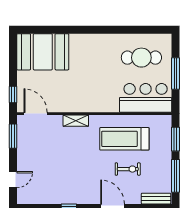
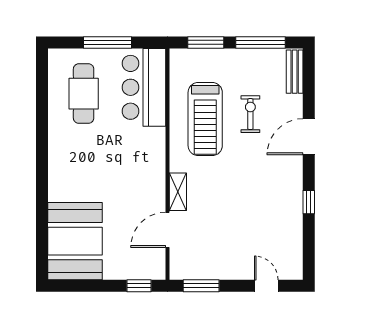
door: (36, 114) -> (168, 230), moved

